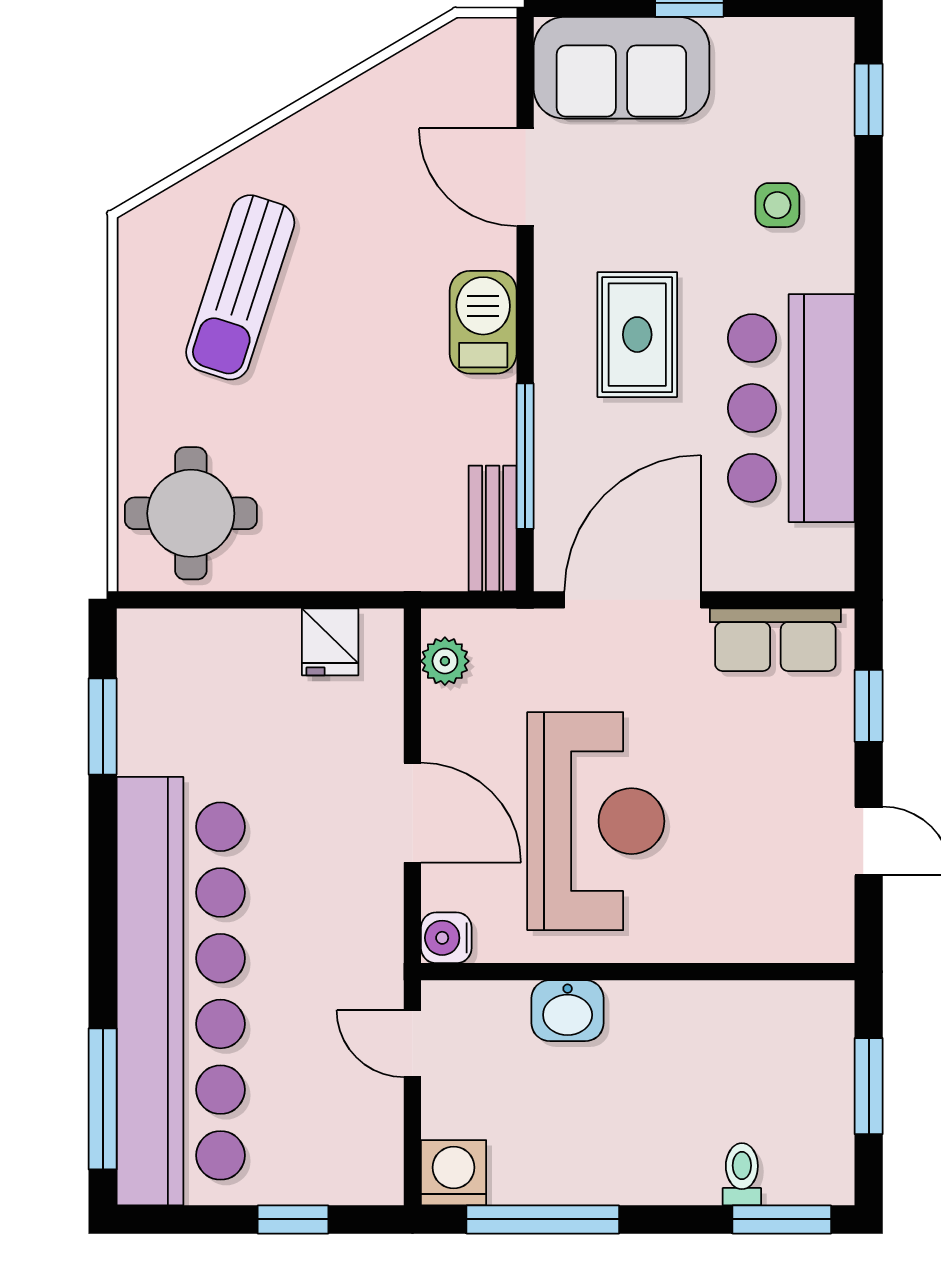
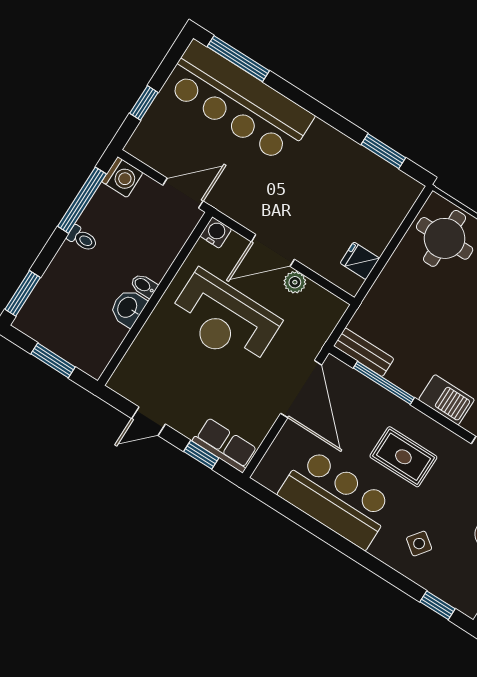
side table: (777, 205) -> (419, 544), turned 37
row of seats: (775, 640) -> (225, 445), moved, turned 90
plant: (445, 661) -> (295, 282), moved
bar counter: (181, 991) -> (239, 102), width x0.73
bidet: (627, 1007) -> (144, 286), added
washbasin: (568, 1011) -> (128, 308), moved
door: (412, 1043) -> (183, 193), width x1.38
toilet: (742, 1174) -> (82, 239), moved

